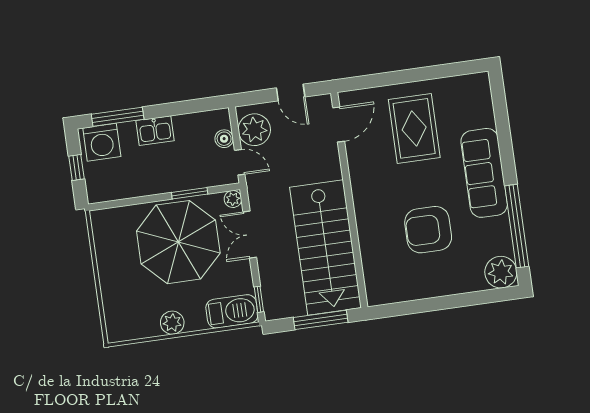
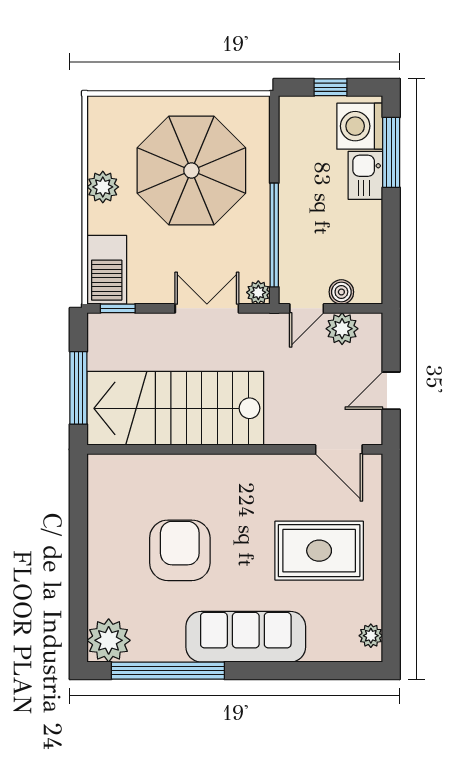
plant: (471, 82) -> (371, 636), added
plant: (254, 130) -> (342, 329), width x0.73, depth x0.73
kitchen sink: (155, 131) -> (365, 175), moved
window: (190, 193) -> (274, 235), width x2.11
parasol: (178, 242) -> (191, 170), moved

